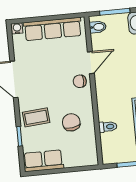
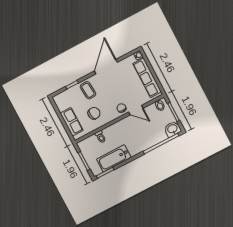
row of seats: (43, 161) -> (72, 122), moved

